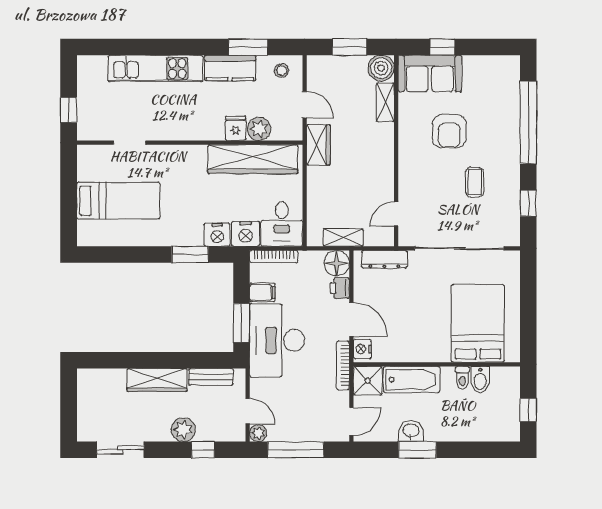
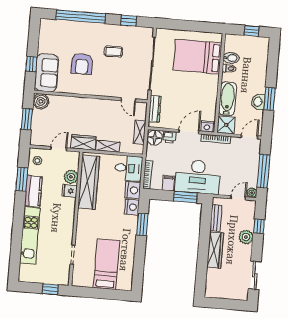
shelving: (385, 102) -> (108, 146), moved
armchair: (449, 131) -> (82, 64), turned 90
door: (351, 422) -> (250, 137), hinge flipped

